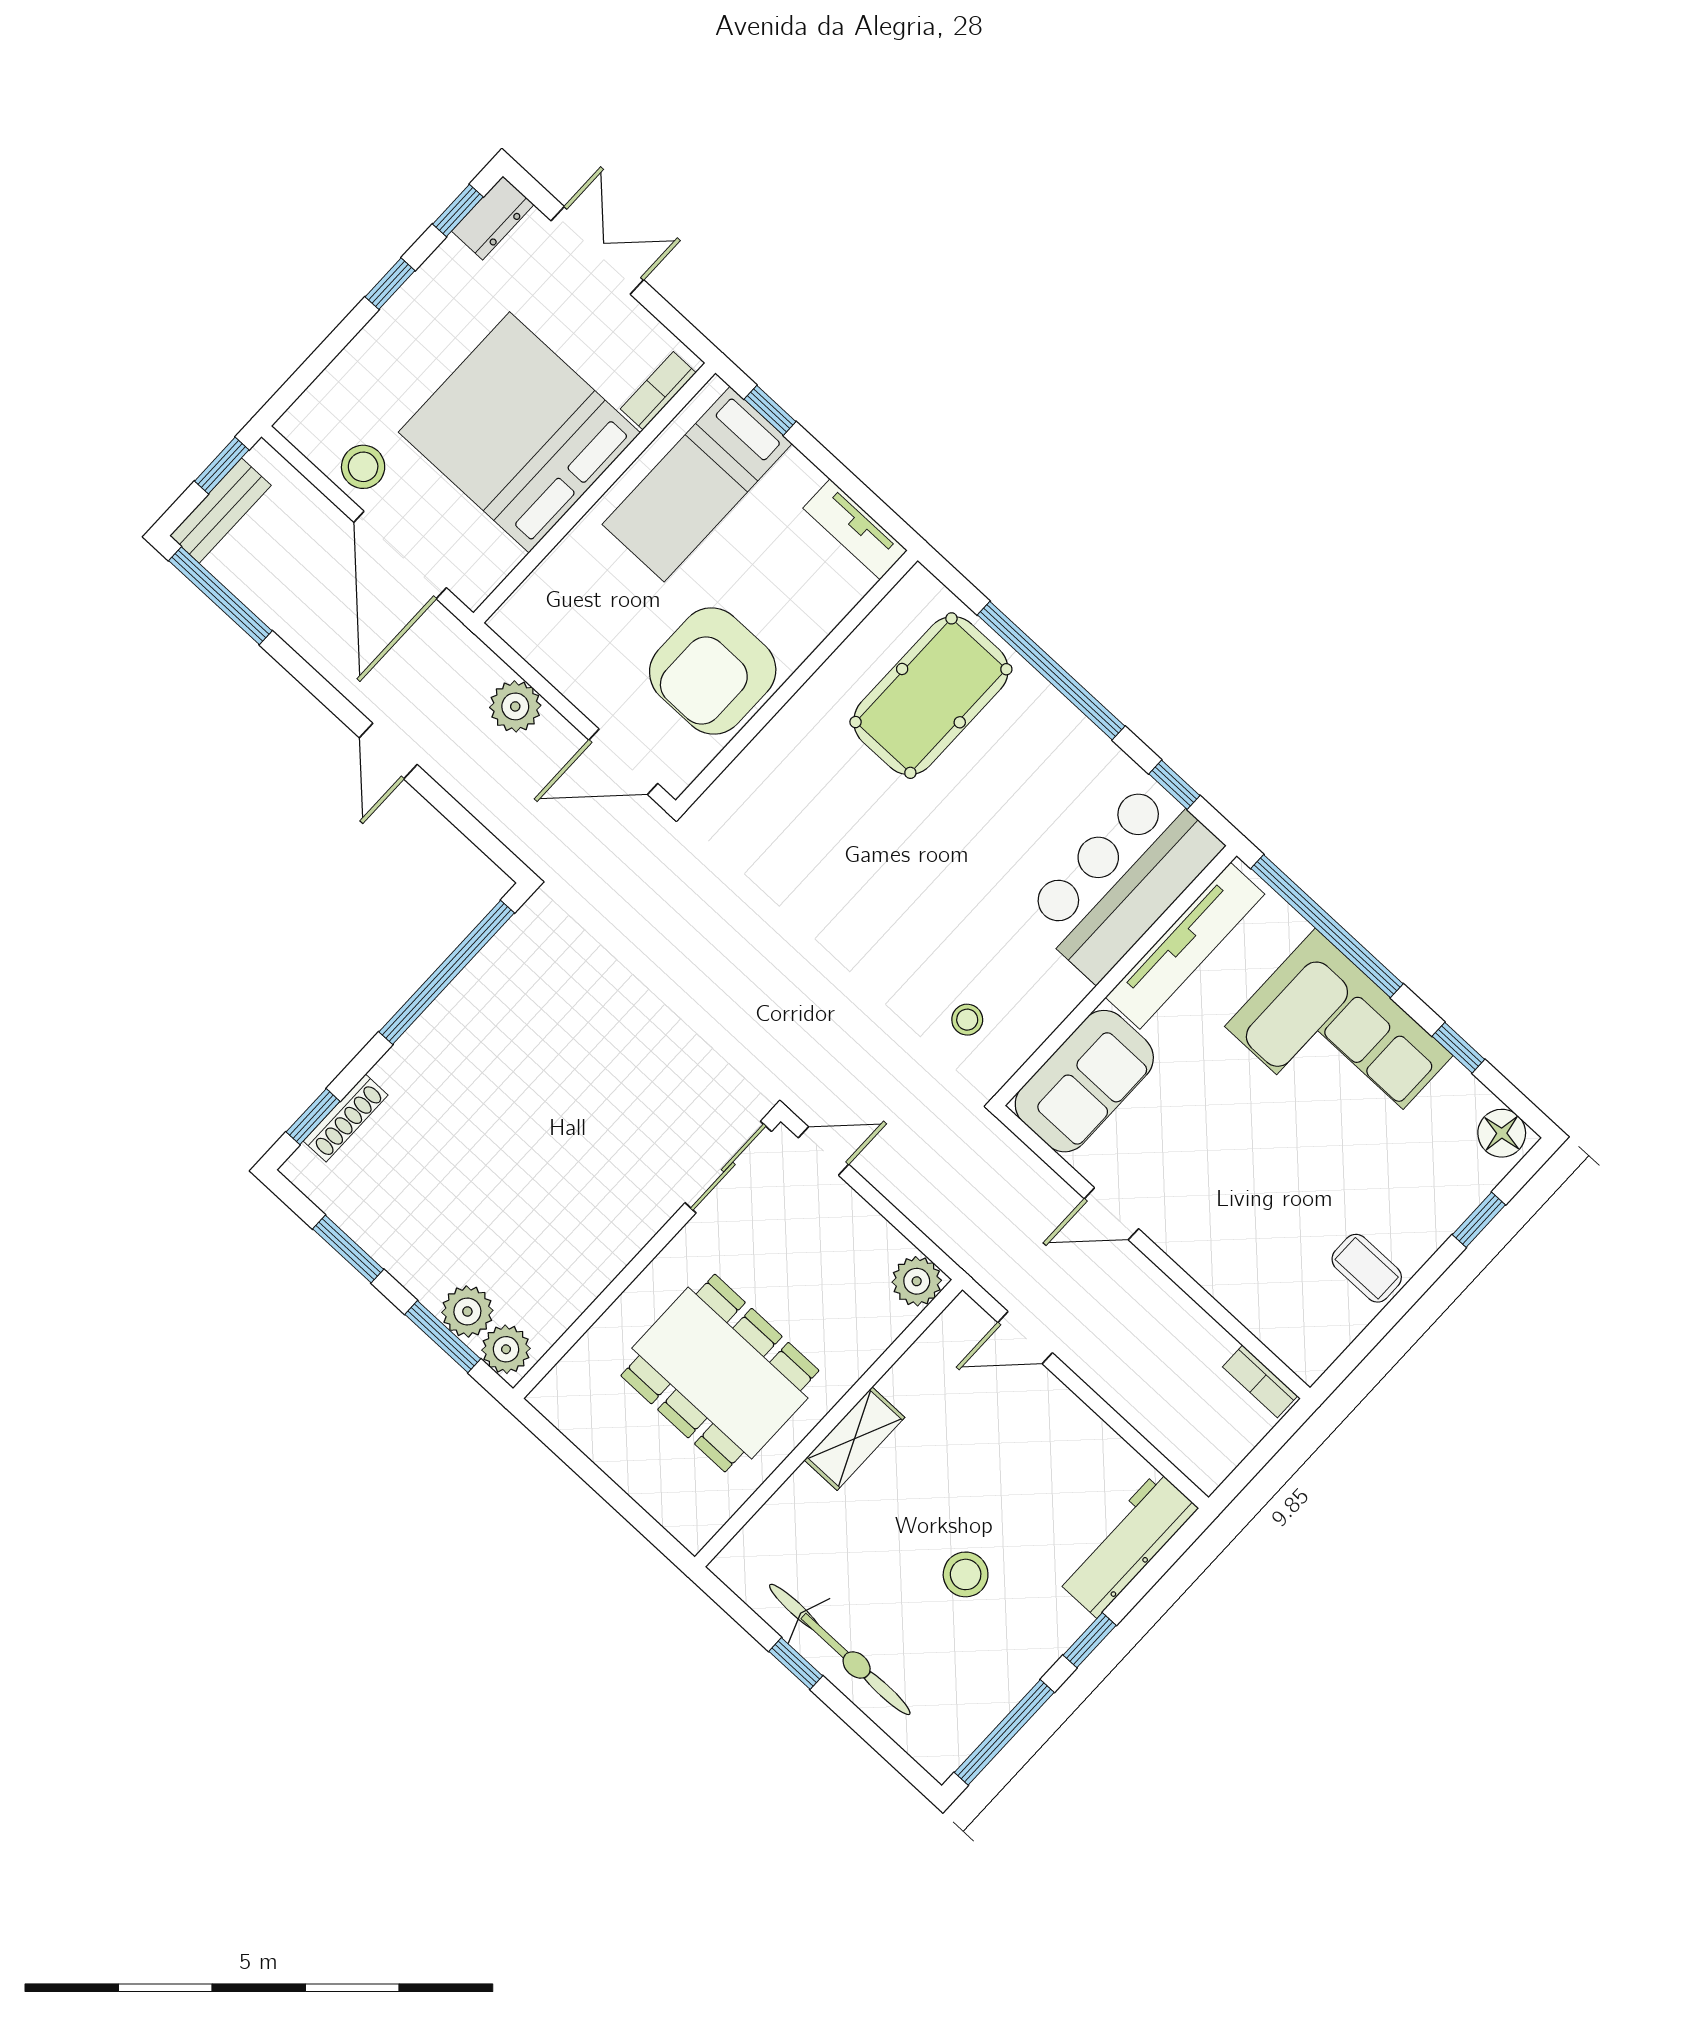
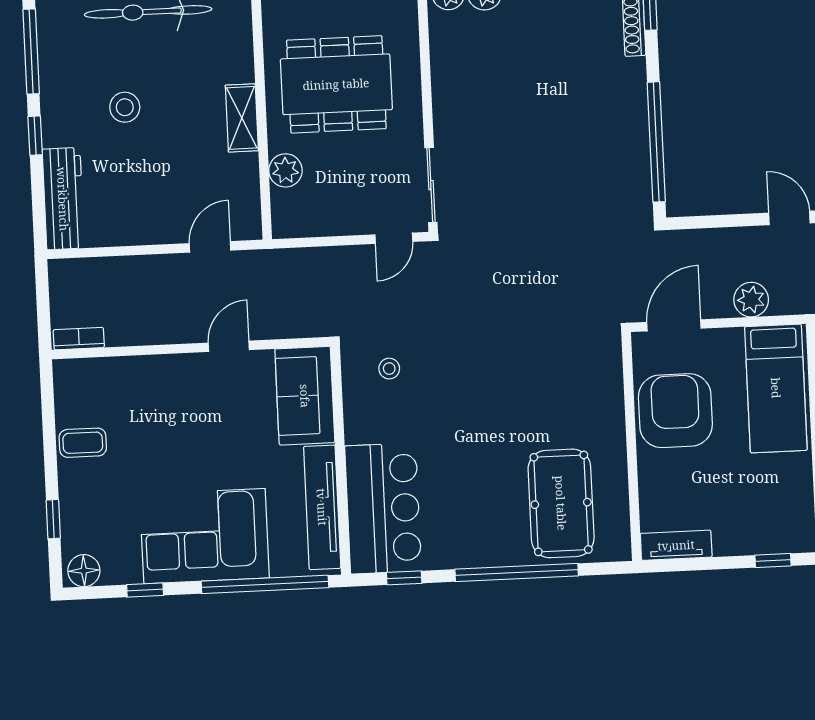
bed: (697, 484) -> (776, 388), moved, turned 180
plant: (917, 1281) -> (285, 170), moved

